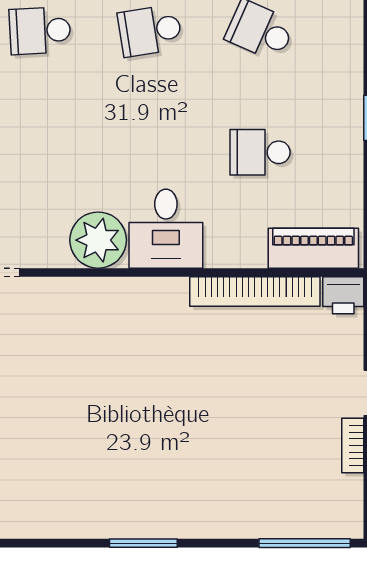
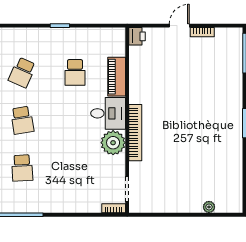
piano: (313, 248) -> (117, 77), moved
bookcase: (255, 291) -> (135, 133), moved

